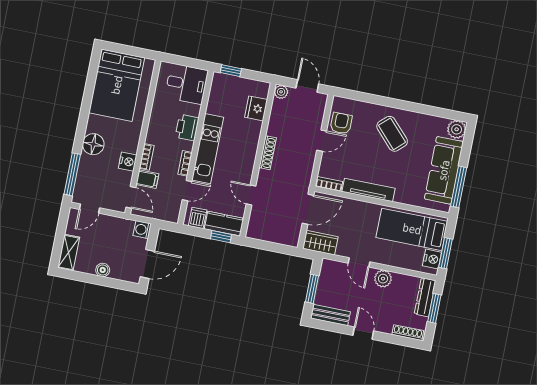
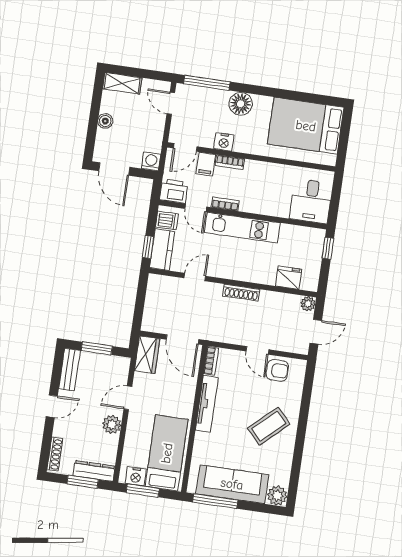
printer: (187, 128) -> (174, 191), moved

